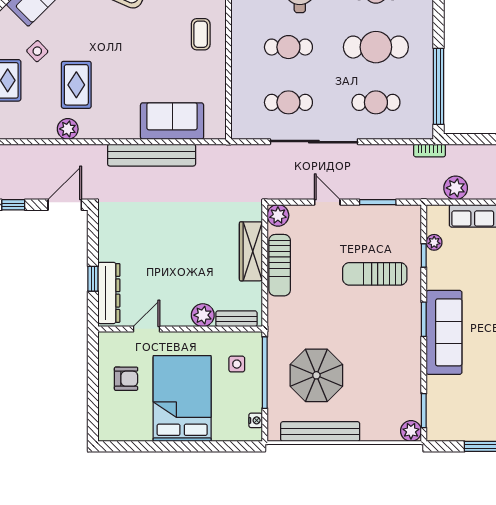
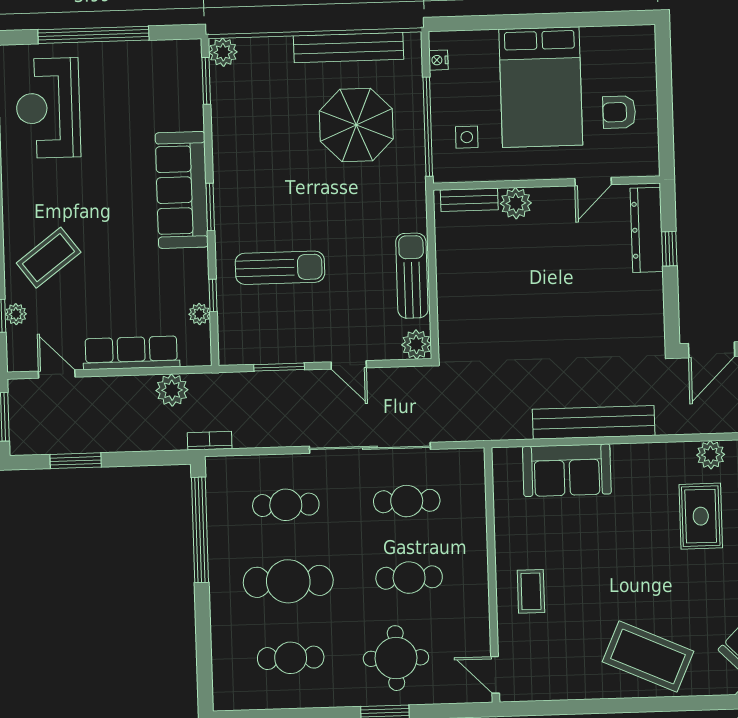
wardrobe: (251, 251) -> (452, 294), removed

